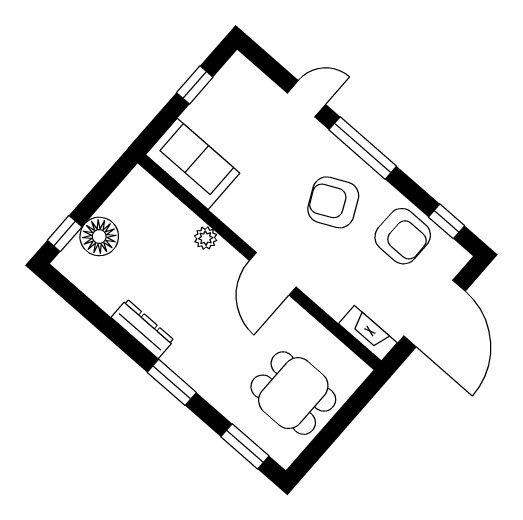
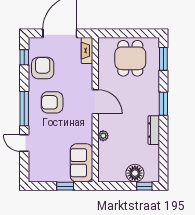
window: (195, 85) -> (65, 186), moved
armchair: (333, 202) -> (52, 102), turned 116
door: (273, 274) -> (95, 102), hinge flipped

